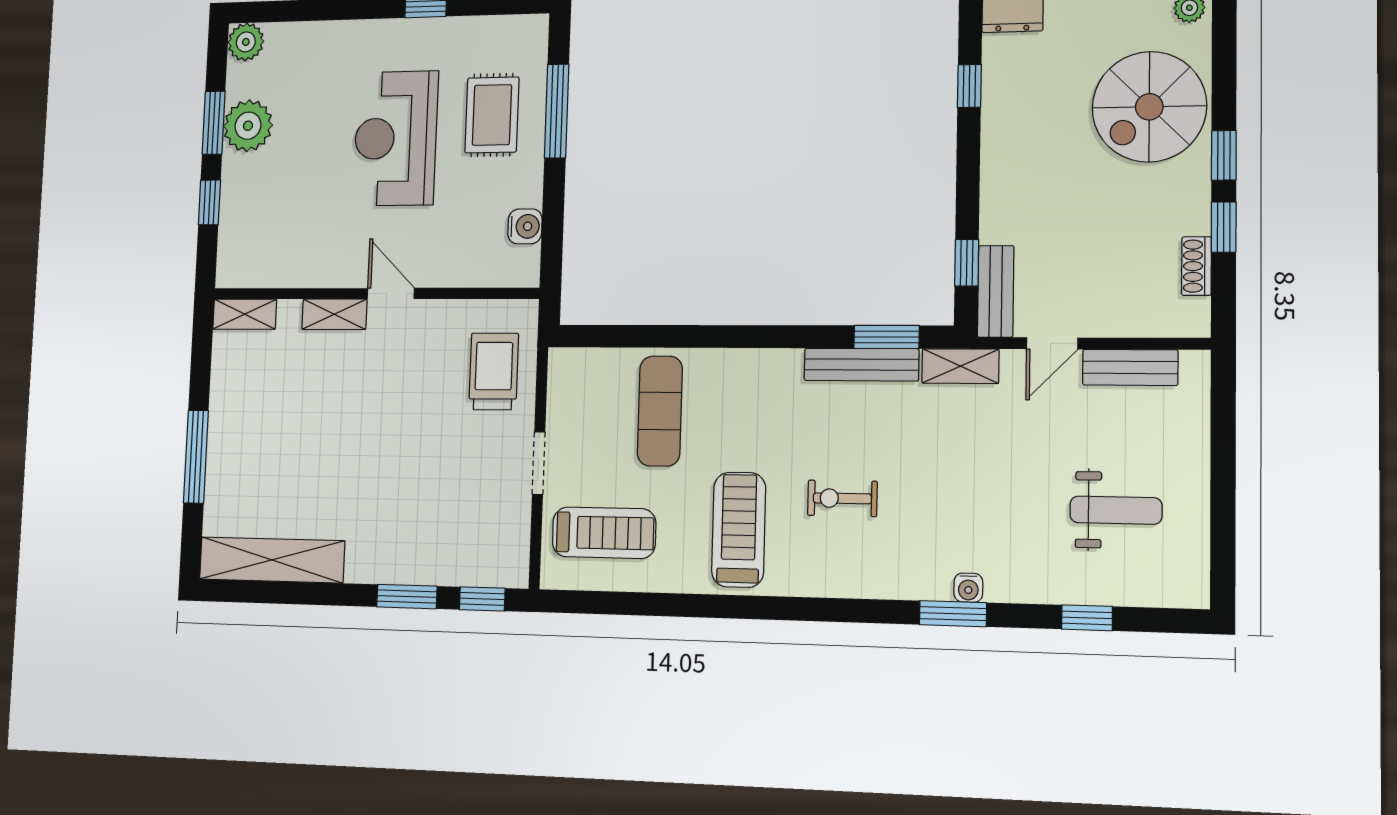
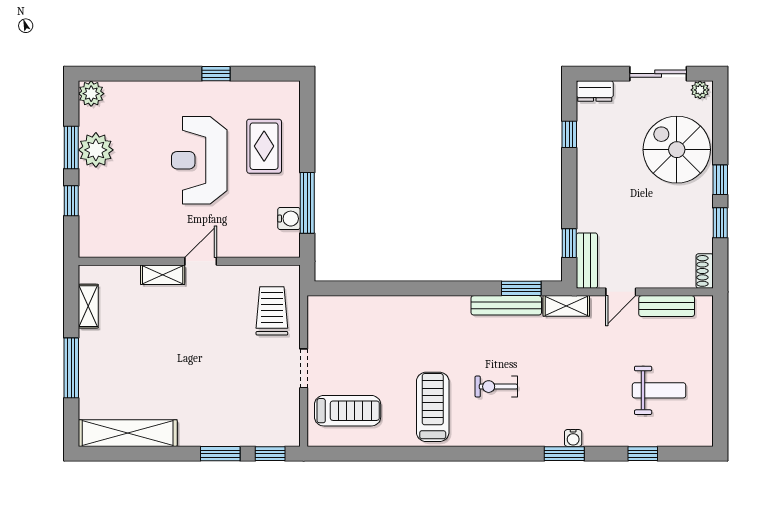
spiral stairs: (1149, 107) -> (677, 150), turned 90
window: (557, 111) -> (307, 203), moved
shoe rack: (1196, 266) -> (705, 271), moved
door: (391, 293) -> (201, 261), hinge flipped
shelving: (245, 314) -> (88, 306), moved, turned 90
exercise mat: (660, 411) -> (381, 335), removed

